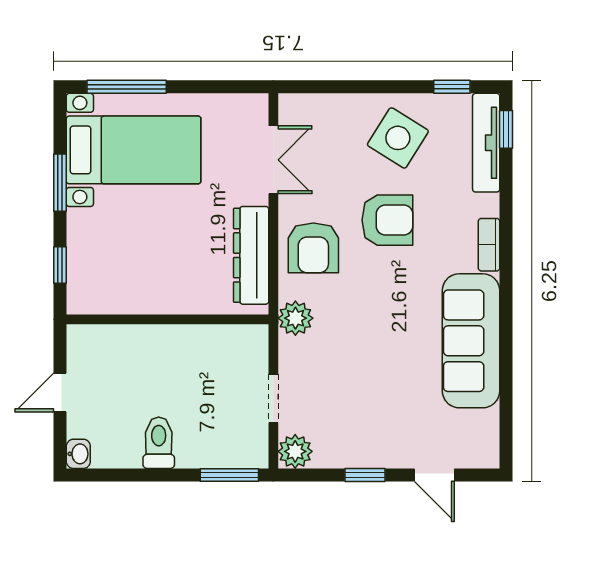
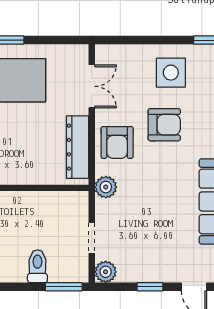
side table: (398, 138) -> (171, 73), turned -32
toilet: (159, 443) -> (37, 266), moved

